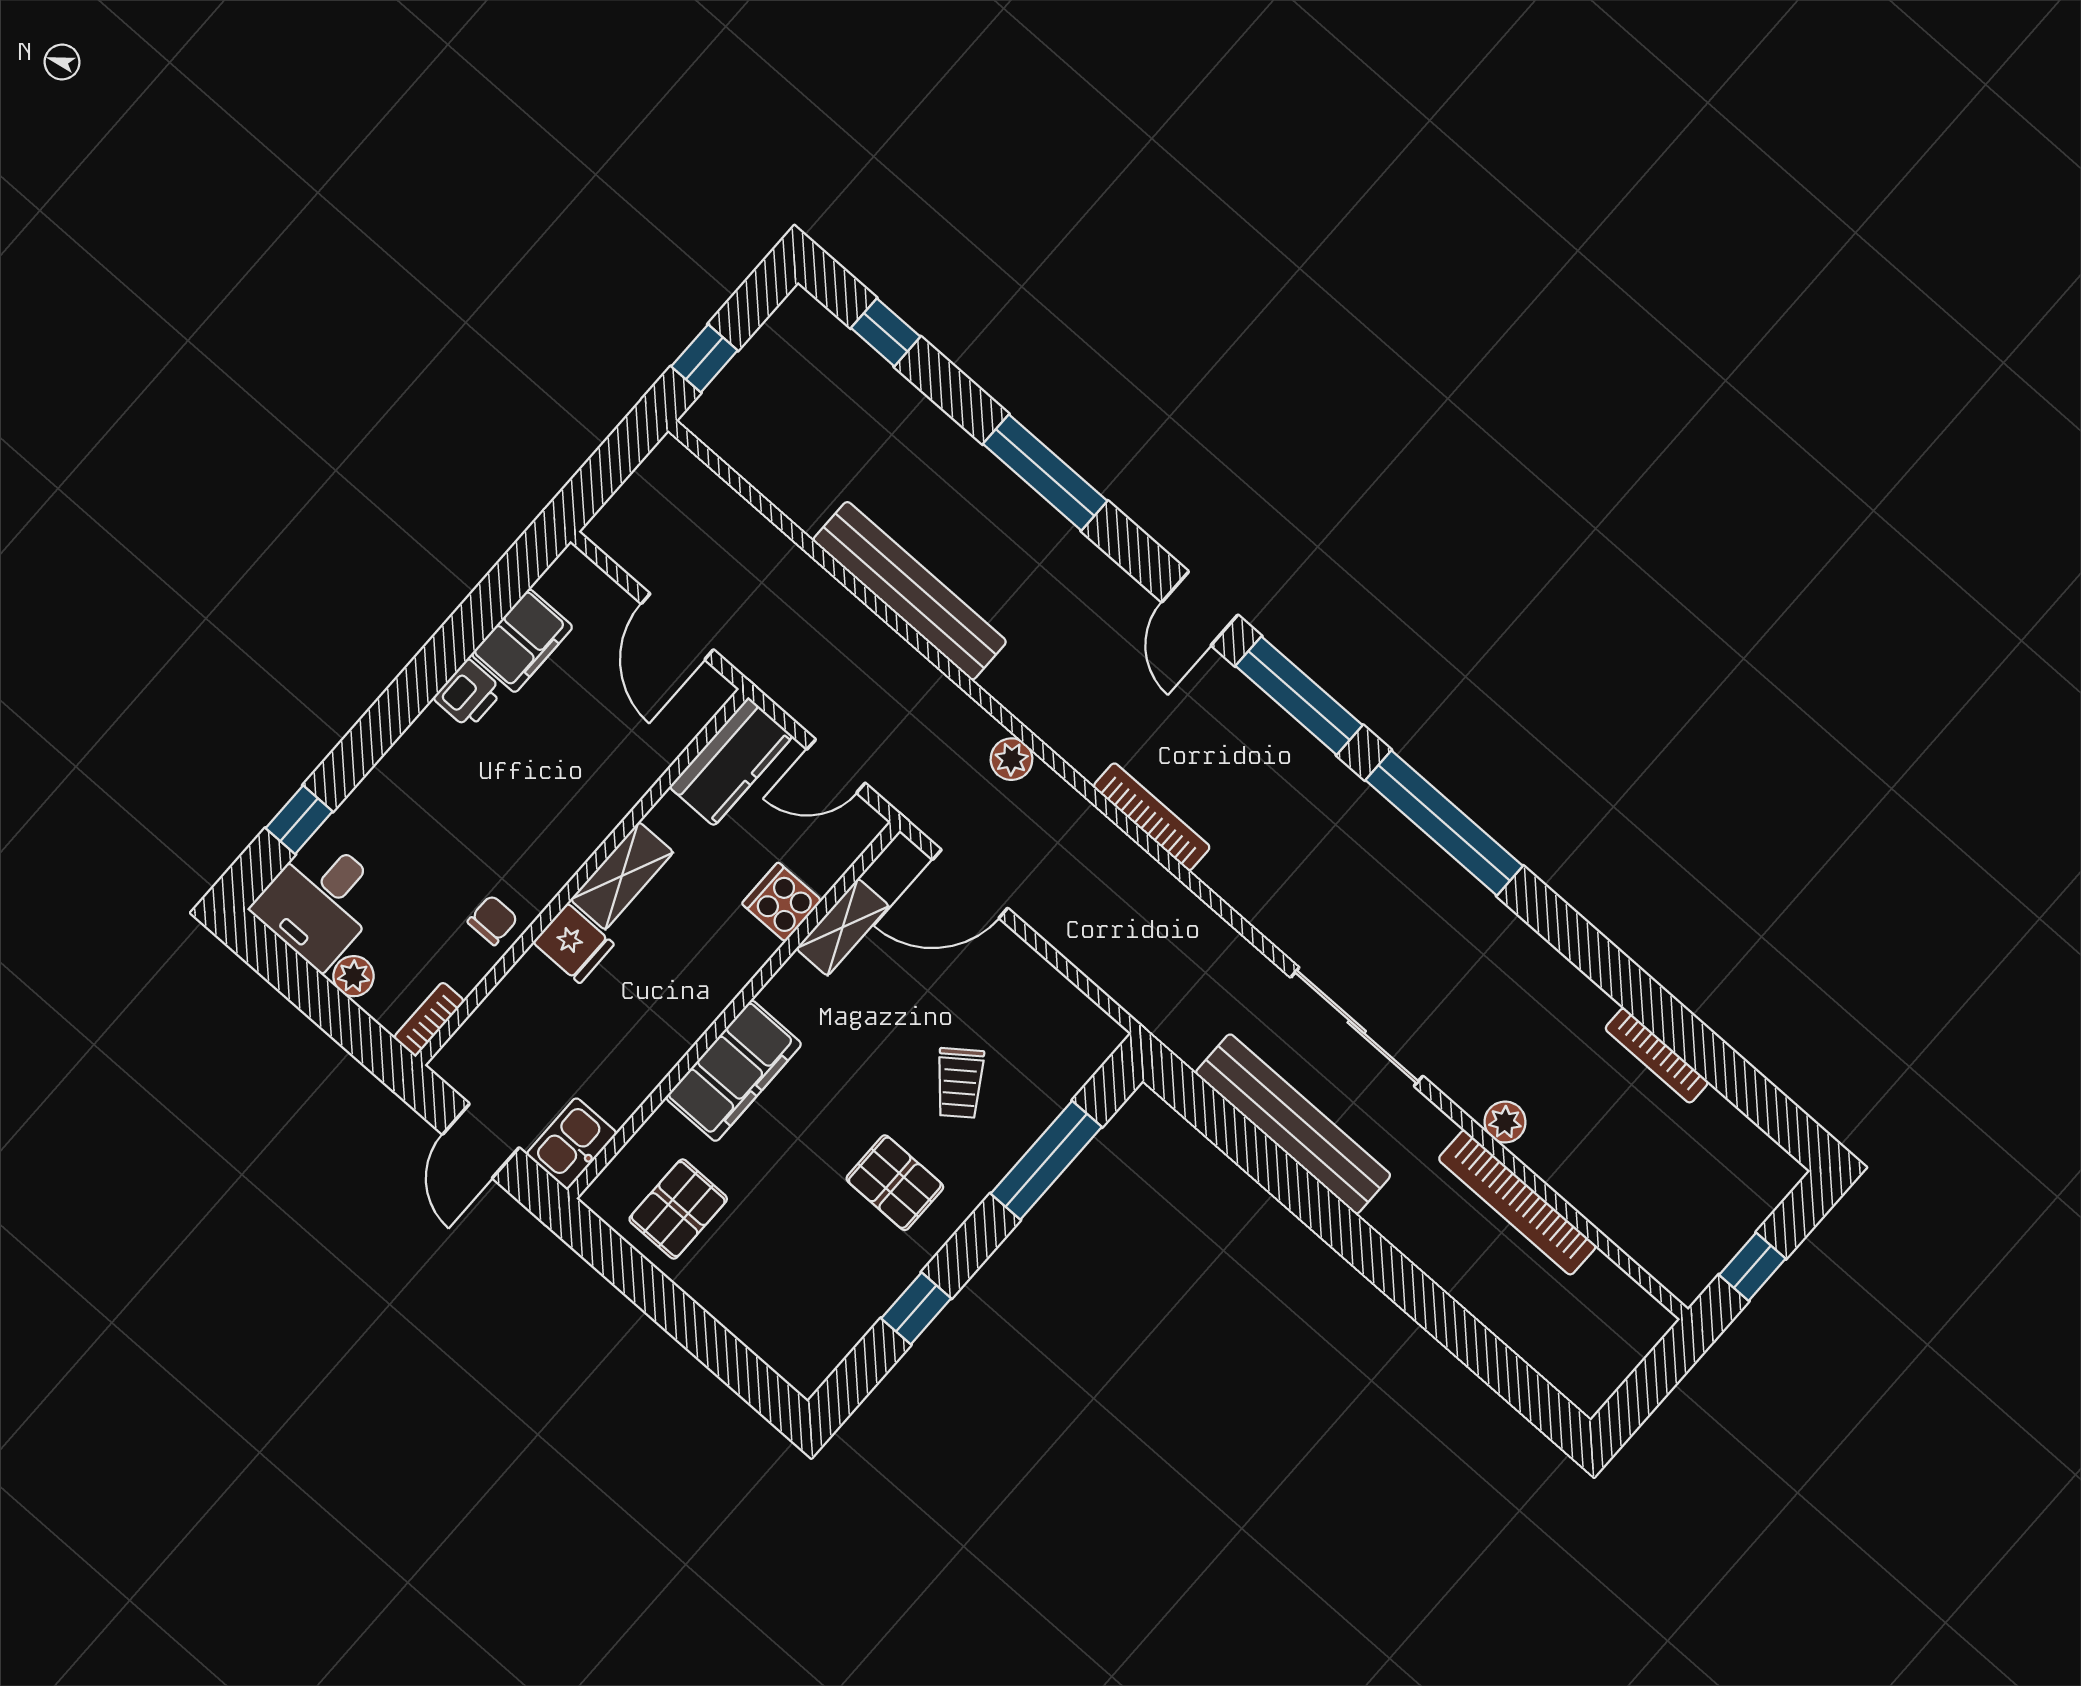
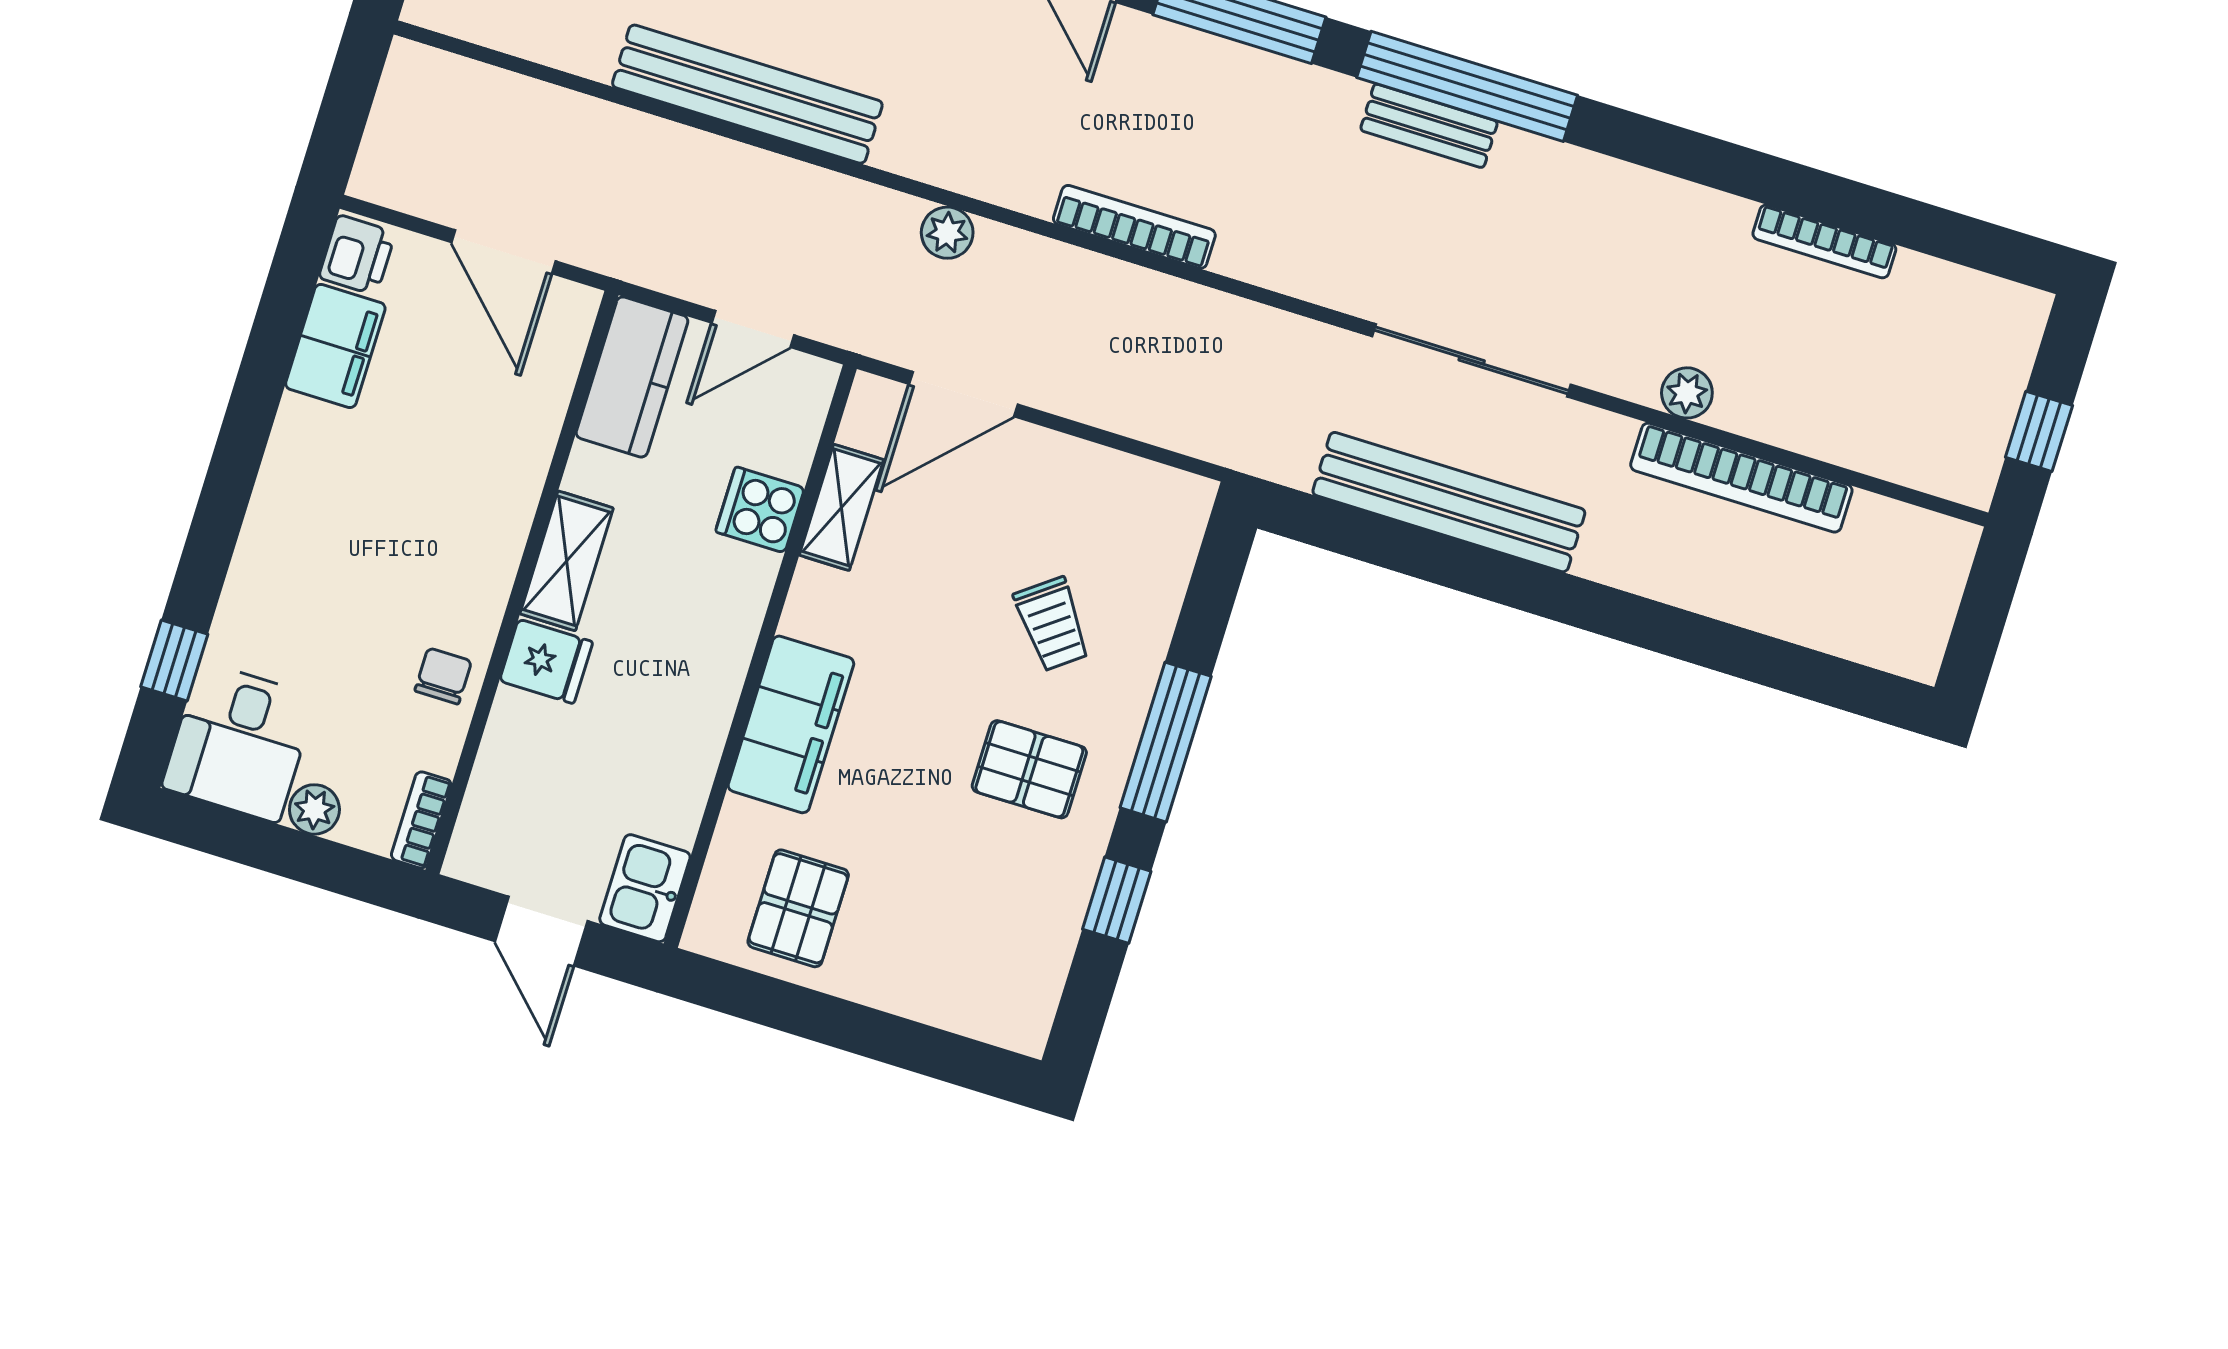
printer: (469, 694) -> (357, 255), moved
bench: (1403, 839) -> (1429, 126), added
window: (1046, 1160) -> (1166, 742), moved

